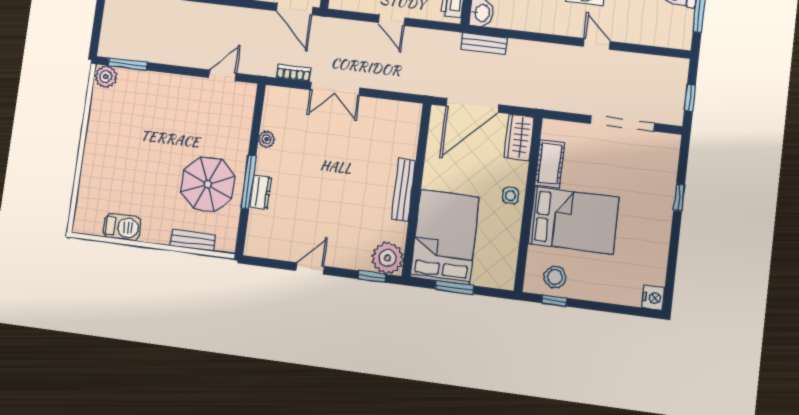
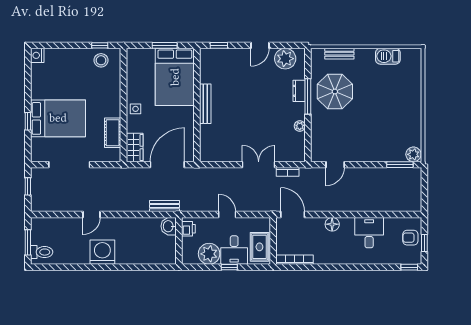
door: (597, 44) -> (92, 215), hinge flipped
bed: (574, 220) -> (58, 118), moved, turned 180
plant: (388, 258) -> (285, 59), moved

